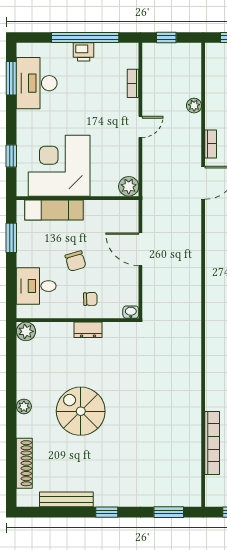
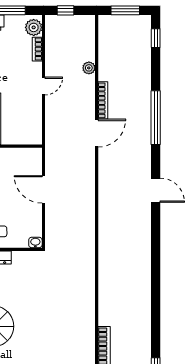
bookcase: (211, 144) -> (103, 100), width x1.56
plant: (129, 186) -> (34, 27), moved

